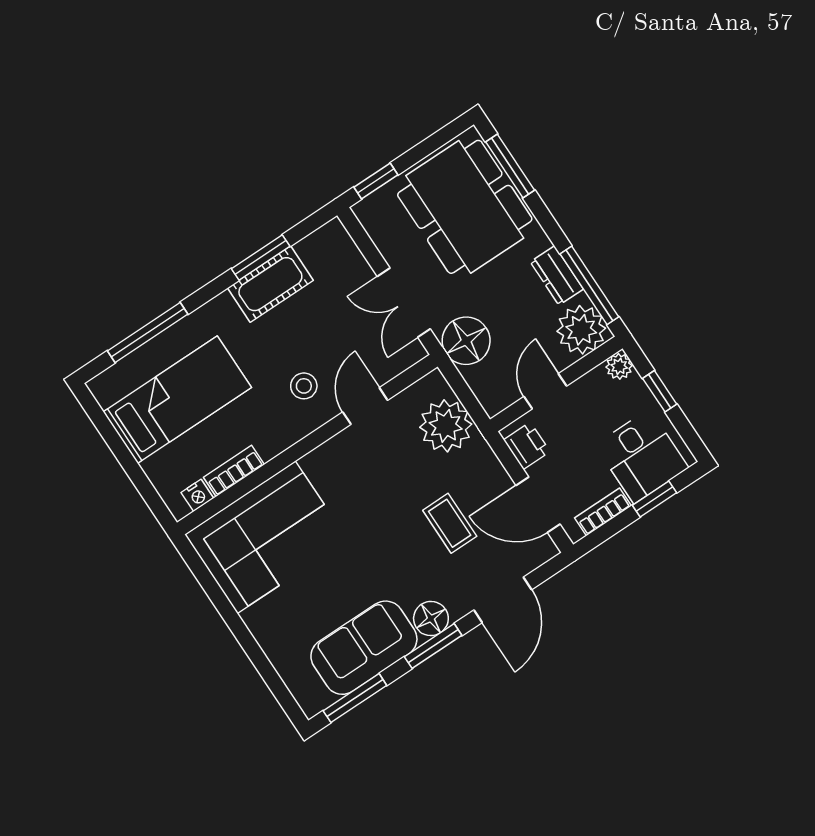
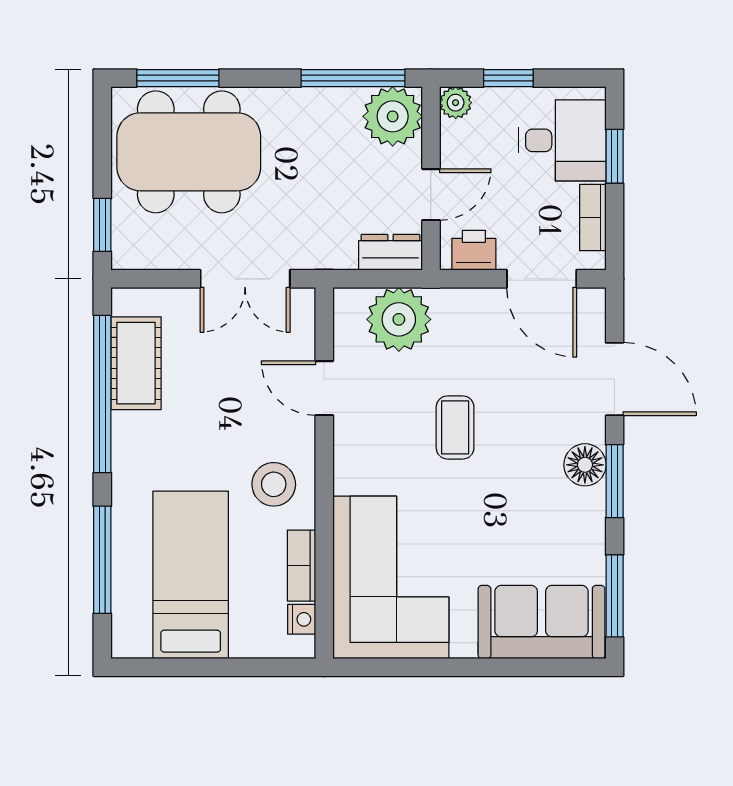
window: (261, 258) -> (102, 394), width x2.11
dresser: (557, 276) -> (390, 252), moved, turned 180
cot: (270, 284) -> (136, 363), moved
floor lamp: (466, 341) -> (326, 241), removed
stool: (304, 386) -> (274, 484), moved, width x1.37, depth x1.37
door: (545, 391) -> (431, 195), swing flipped
door: (538, 505) -> (542, 279), hinge flipped
coffee table: (450, 523) -> (455, 427), moved, turned 90
sofa: (364, 648) -> (542, 622), moved, turned 90

